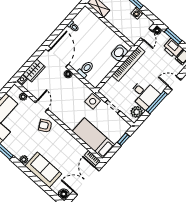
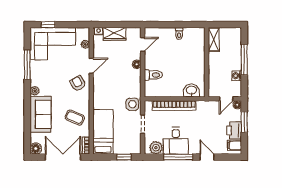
door: (58, 58) -> (143, 44), width x0.53
bookcase: (128, 64) -> (174, 105), moved
coffee table: (66, 149) -> (75, 117), added

